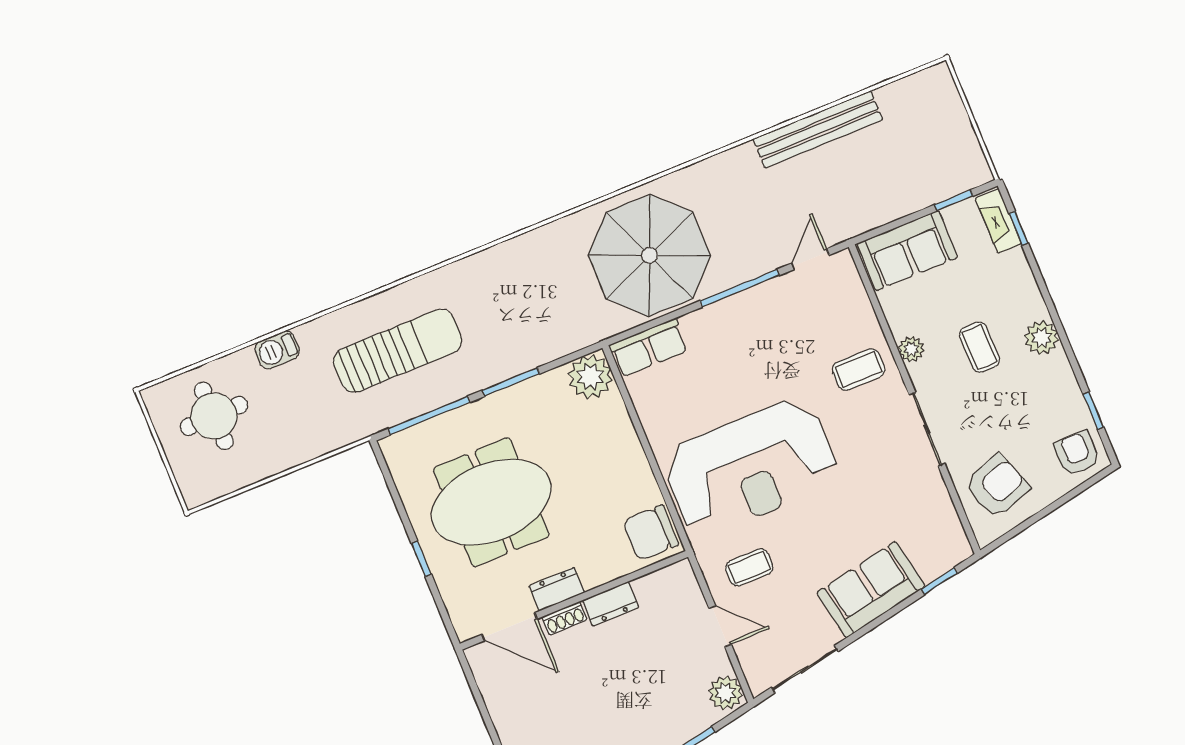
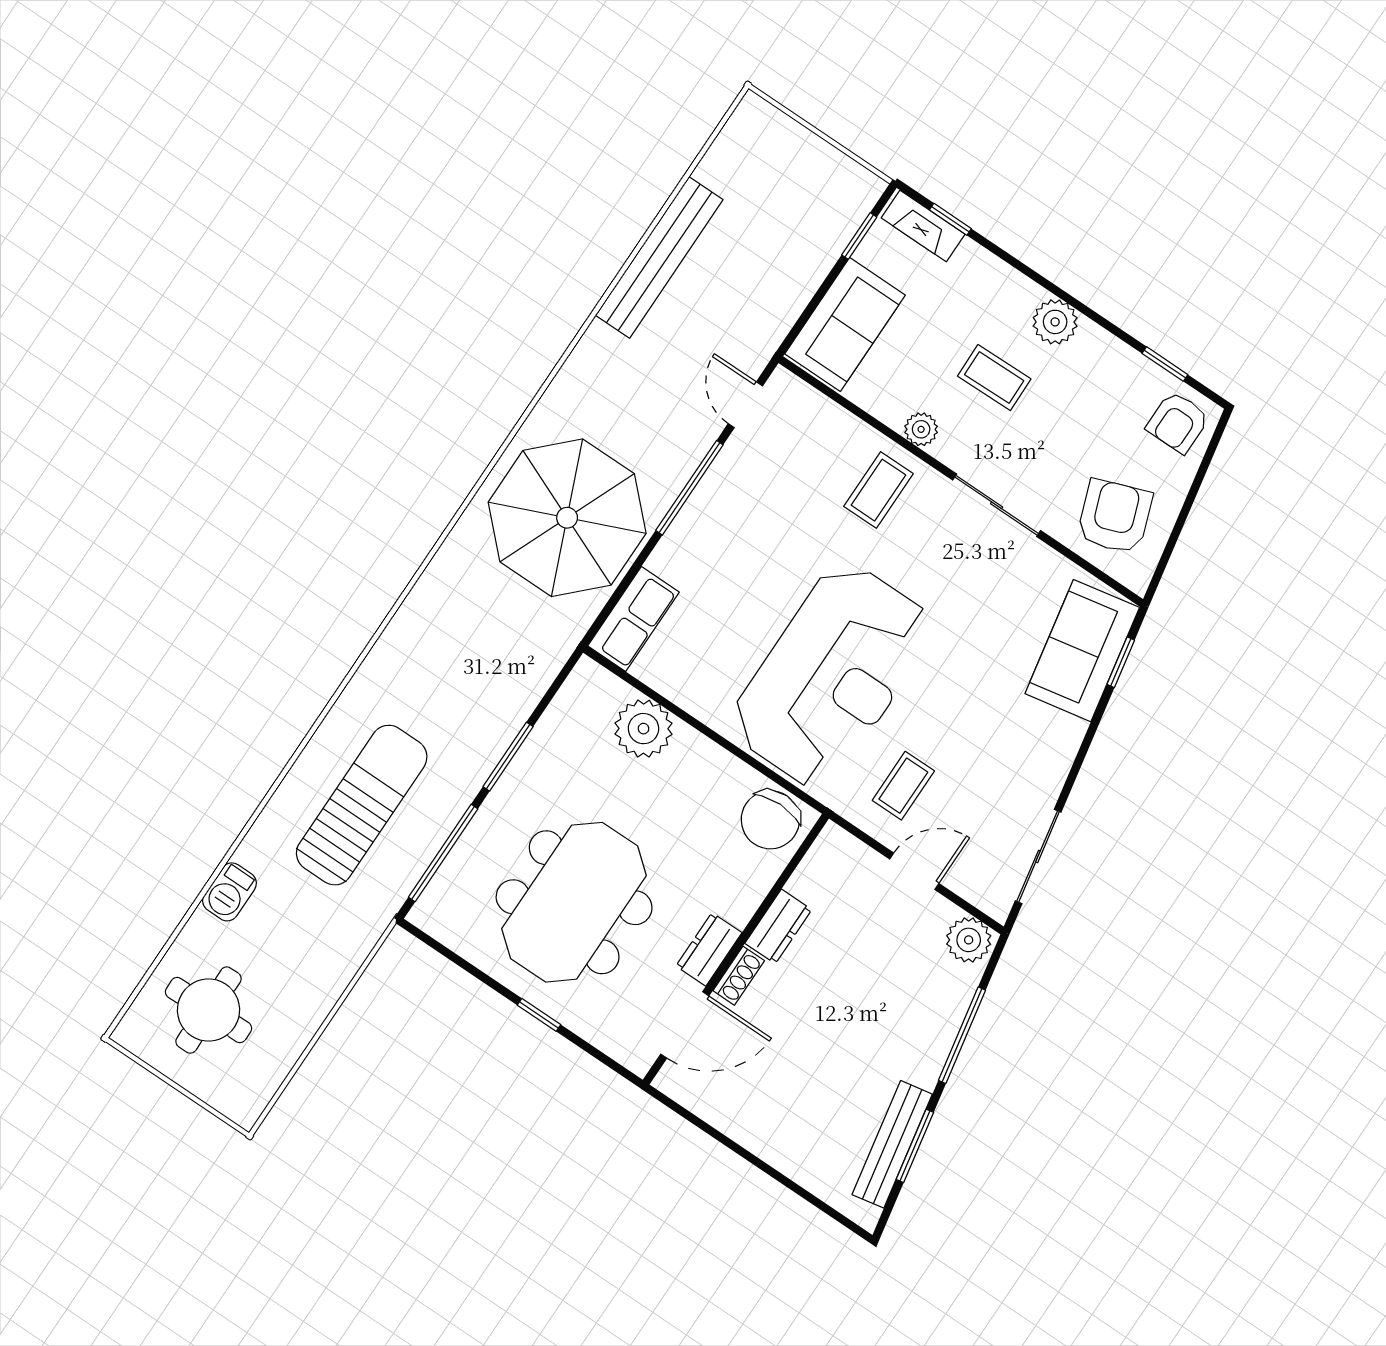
plant: (590, 377) -> (643, 729), moved
armchair: (1077, 453) -> (1178, 422), turned -90
sofa: (871, 590) -> (1082, 651), moved

